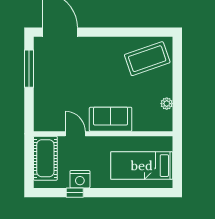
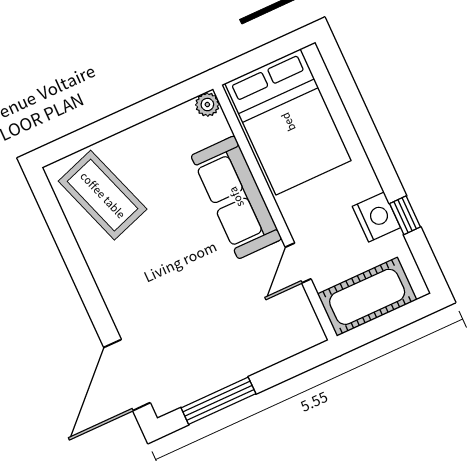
plant: (167, 104) -> (207, 105), moved
sofa: (111, 119) -> (236, 197), width x1.36
bed: (142, 166) -> (288, 122), width x1.50

